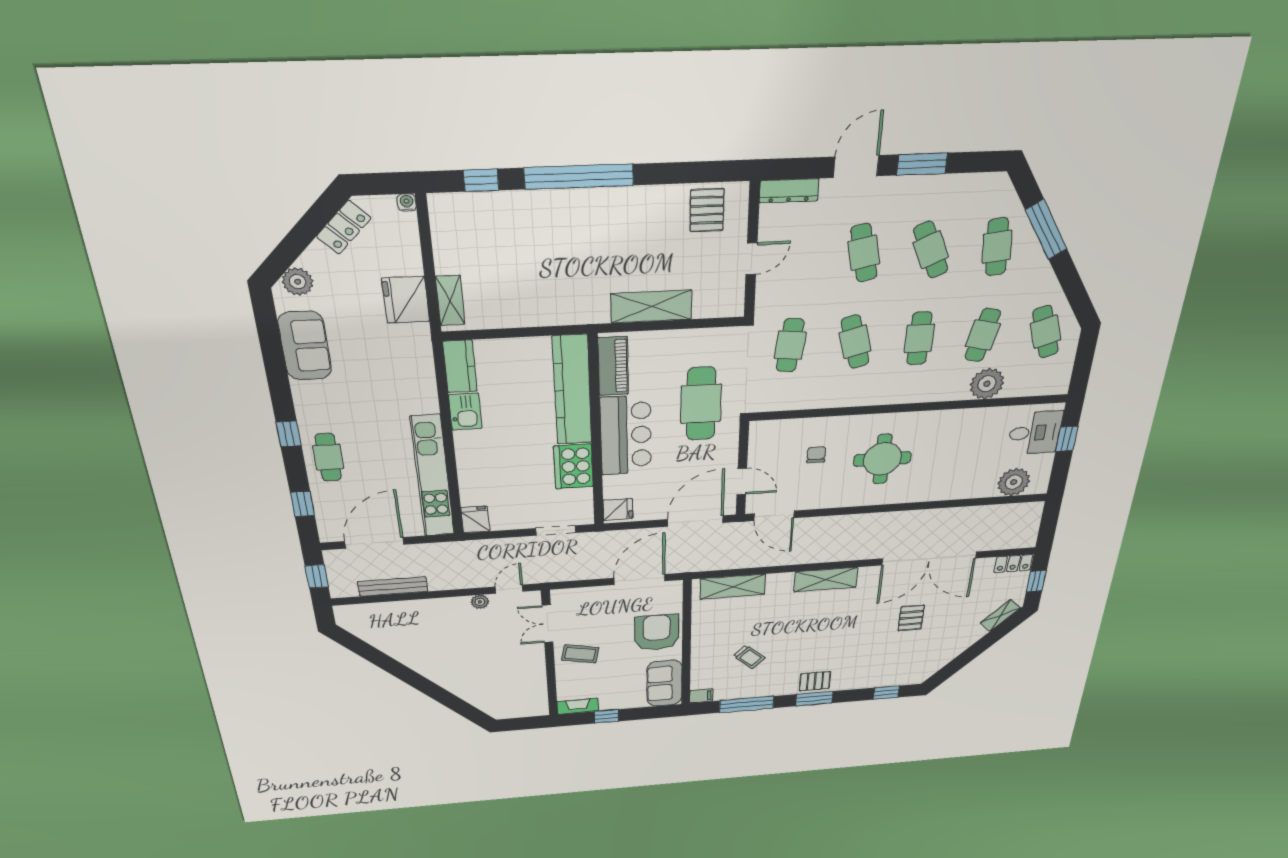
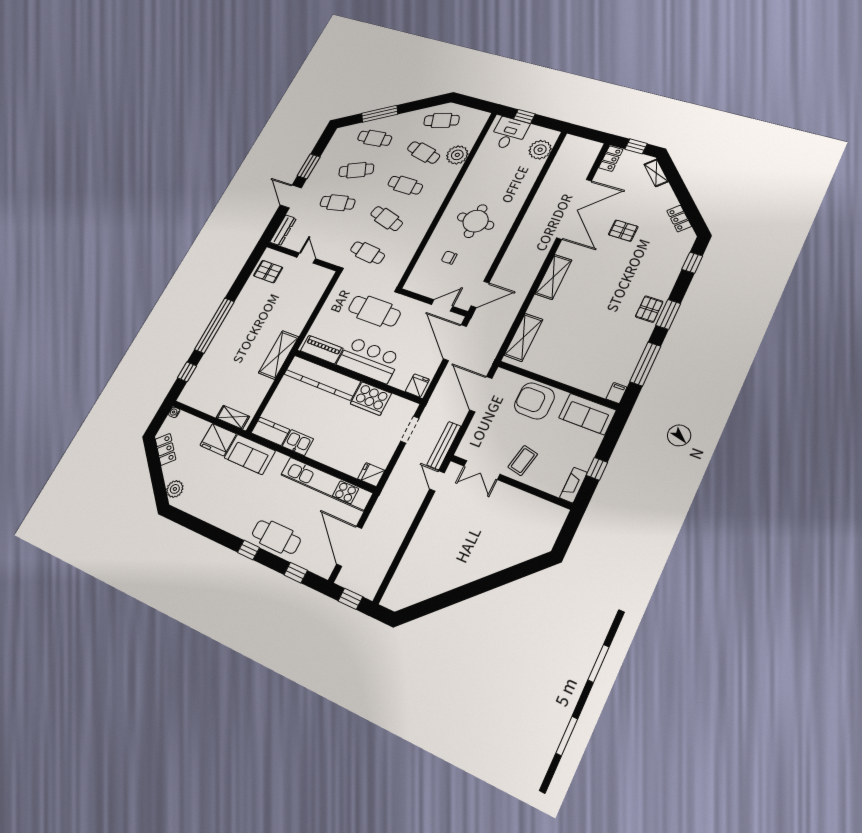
shelving: (651, 307) -> (279, 355), moved
cafe table: (855, 342) -> (387, 219), turned 30
sofa: (305, 346) -> (250, 454), moved, turned 180
cafe table: (328, 457) -> (276, 537), width x1.37, depth x1.35
bench: (393, 586) -> (444, 446), moved
plant: (480, 602) -> (436, 505), removed
trolley: (749, 657) -> (596, 347), removed
locker: (941, 660) -> (679, 218), added

